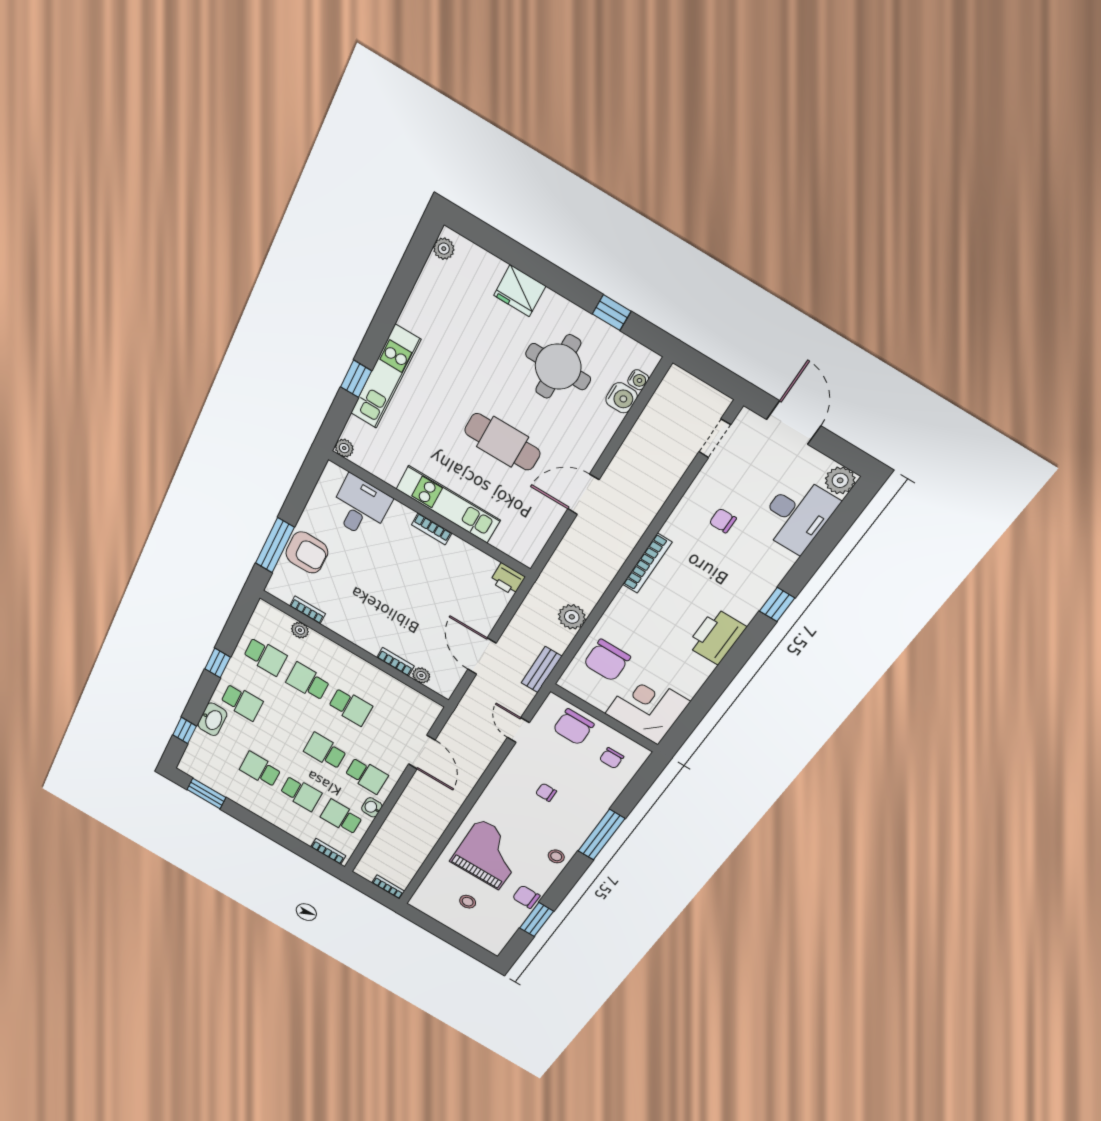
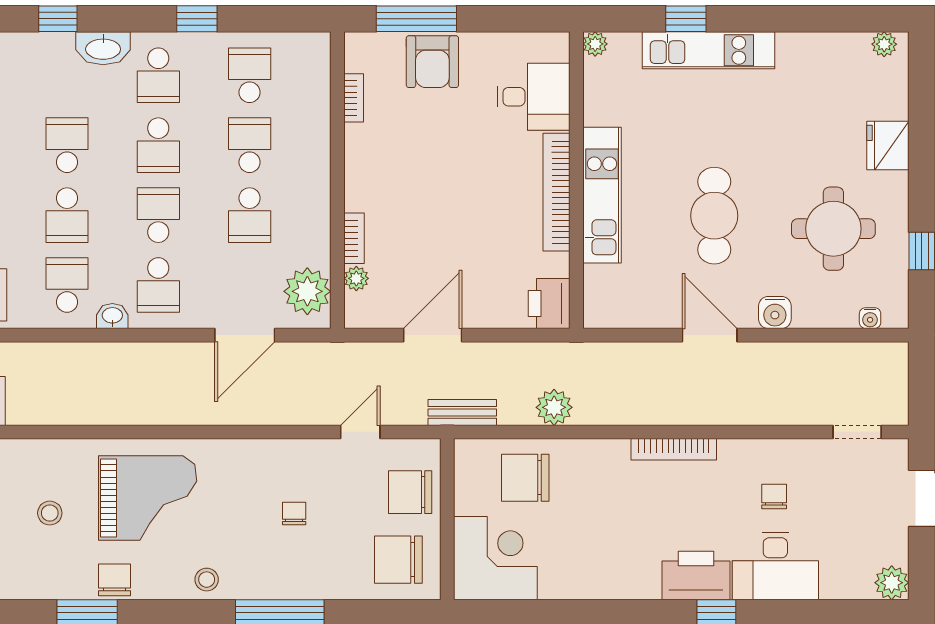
water cooler: (621, 398) -> (775, 312), moved
desk: (797, 515) -> (775, 566), moved
bookcase: (432, 529) -> (556, 192), width x2.31, depth x1.31
printer: (508, 579) -> (549, 304), width x1.36, depth x1.24
plant: (300, 630) -> (307, 291), moved, width x1.88, depth x1.88
printer: (716, 637) -> (696, 576), moved
school desk: (265, 656) -> (250, 75), turned 180
school desk: (283, 727) -> (158, 145), added
chair: (612, 758) -> (398, 560), width x1.87, depth x1.87

